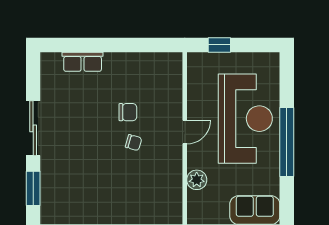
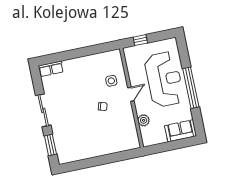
row of seats: (83, 62) -> (51, 69), moved
side table: (157, 103) -> (111, 81), added
chair: (128, 112) -> (96, 90), removed

